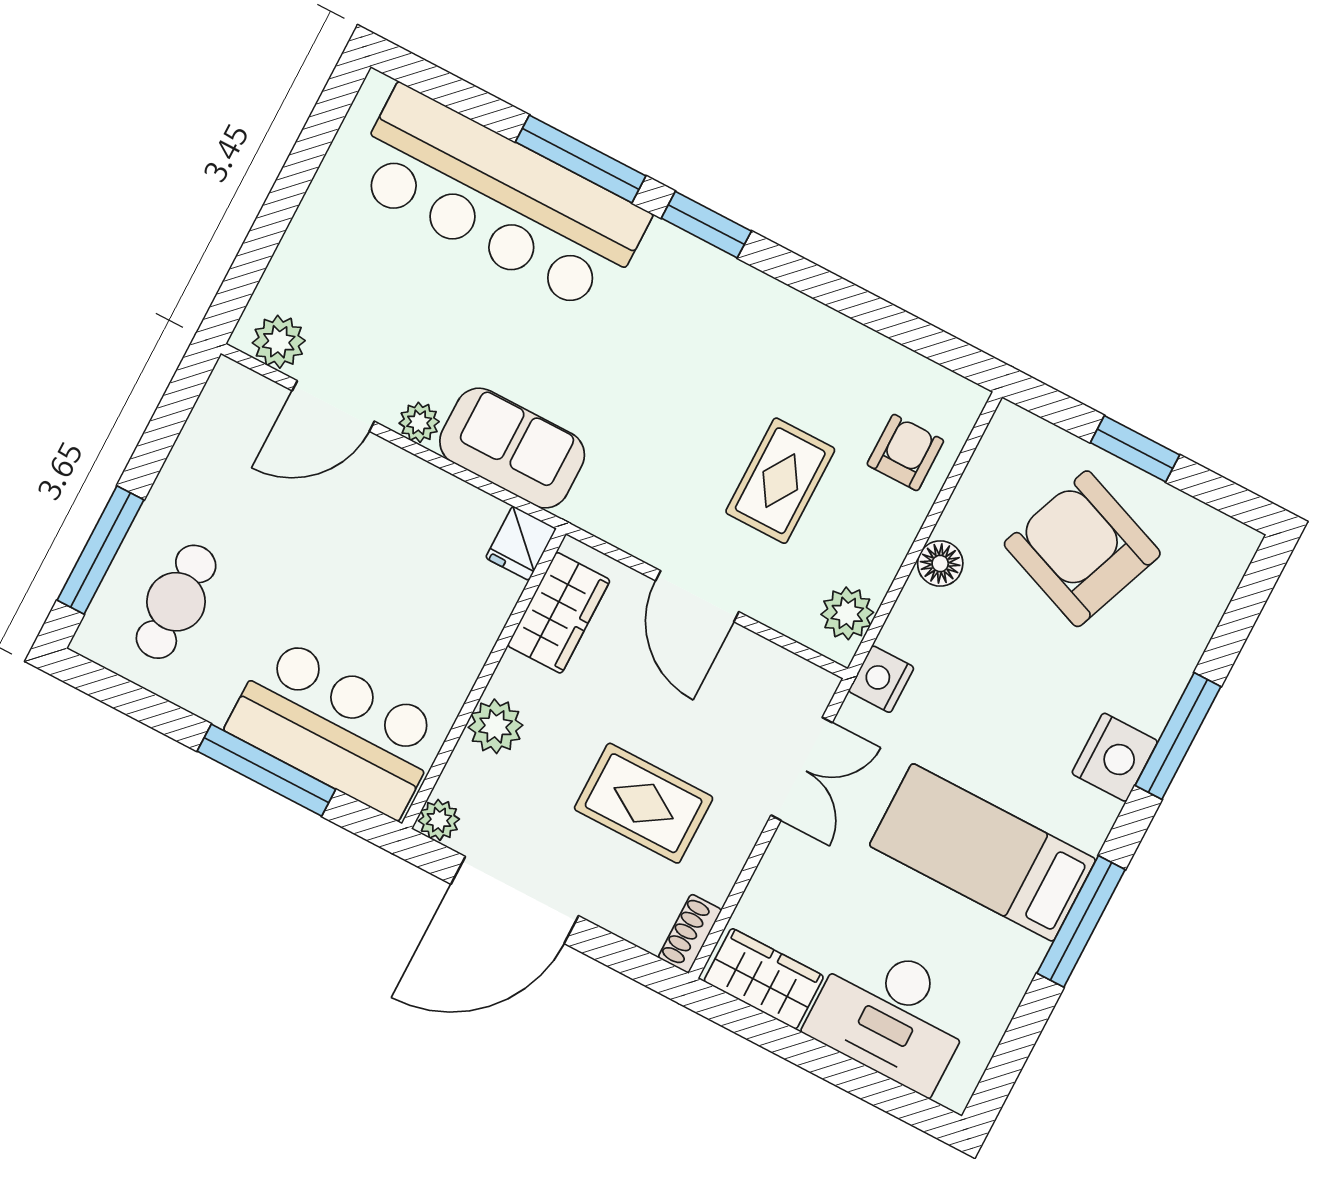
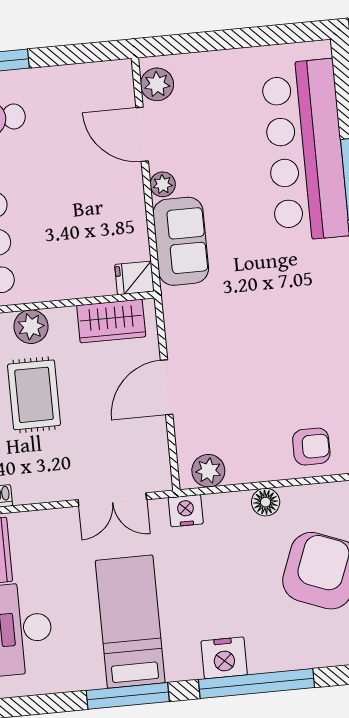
rug: (780, 481) -> (254, 391), removed
window: (1178, 736) -> (257, 684), width x1.46
rug: (644, 803) -> (34, 395), moved

